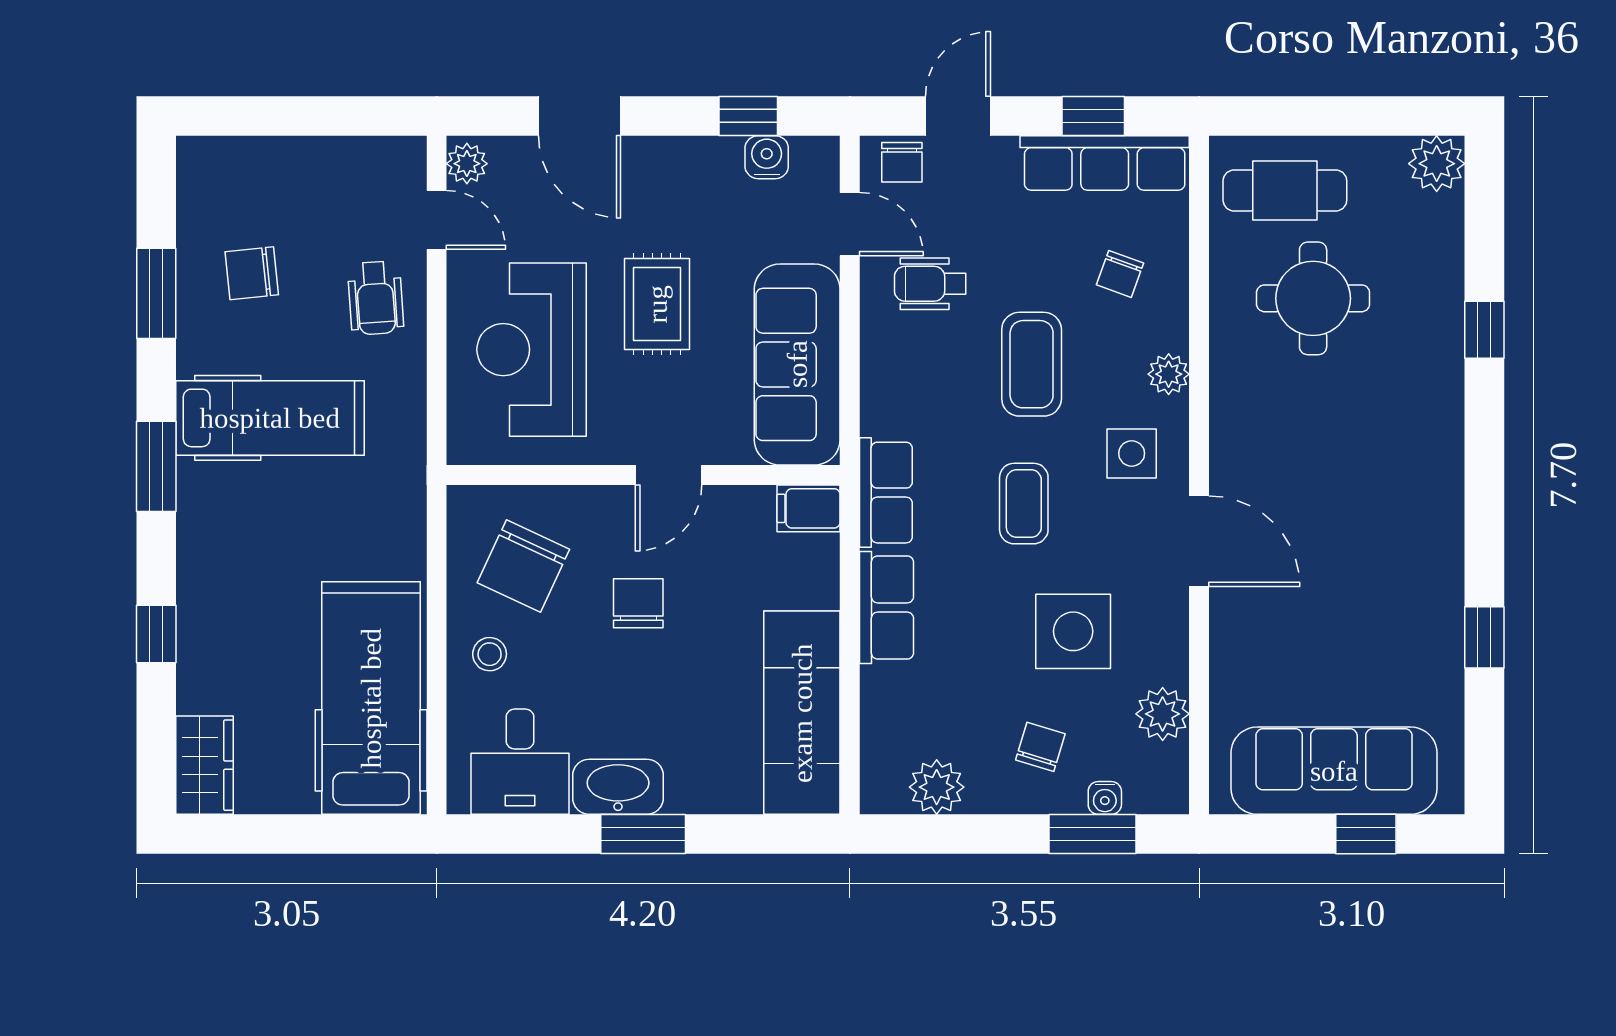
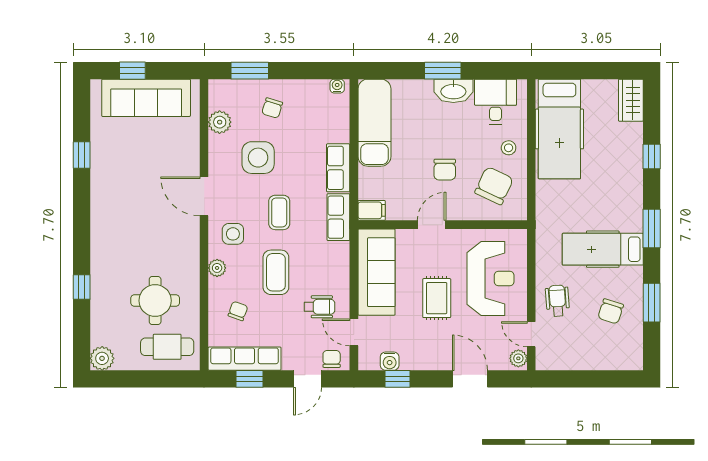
chair: (252, 273) -> (611, 311), turned 114
plant: (937, 787) -> (317, 91), removed
water cooler: (1105, 798) -> (337, 86), moved

